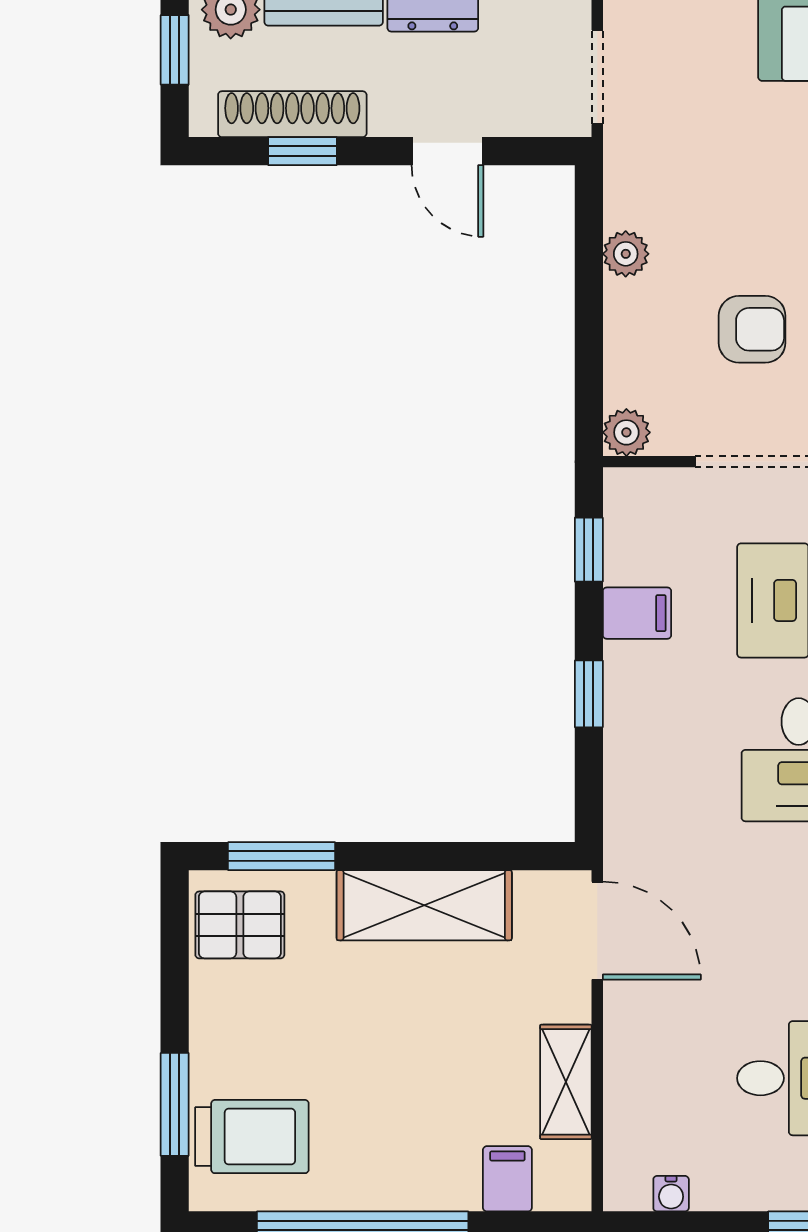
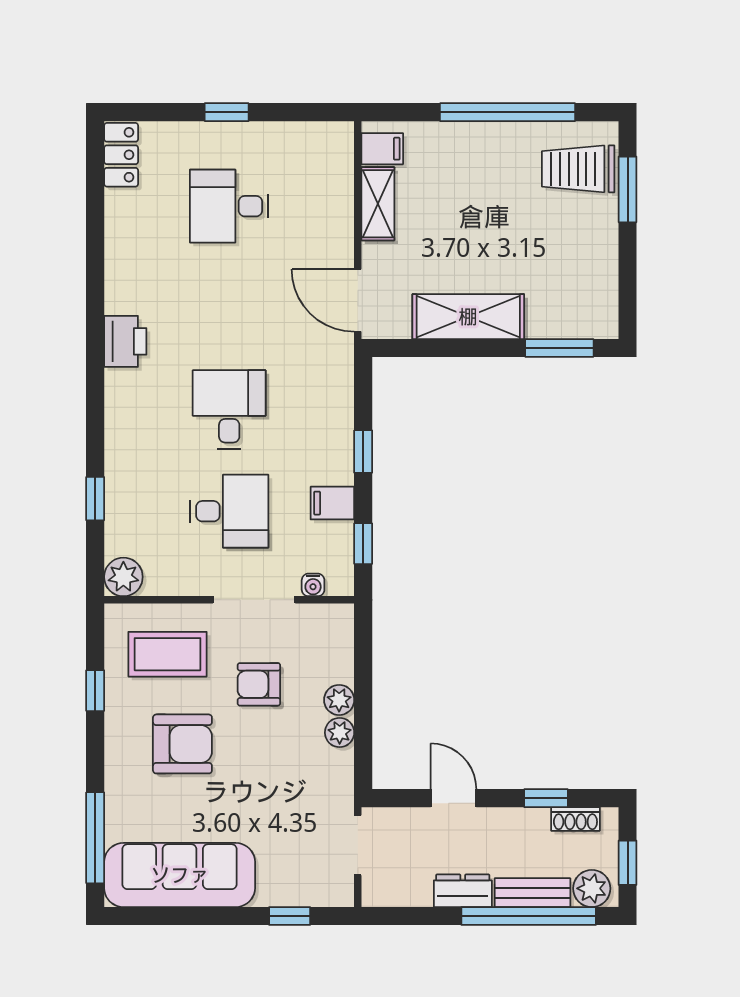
shoe rack: (292, 114) -> (575, 819), width x0.51, depth x0.81
plant: (626, 432) -> (339, 700), moved
pallet: (240, 925) -> (586, 304), removed
filing cabinet: (507, 1179) -> (382, 149), moved, turned -90
water cooler: (671, 1194) -> (313, 585), moved, turned 180

